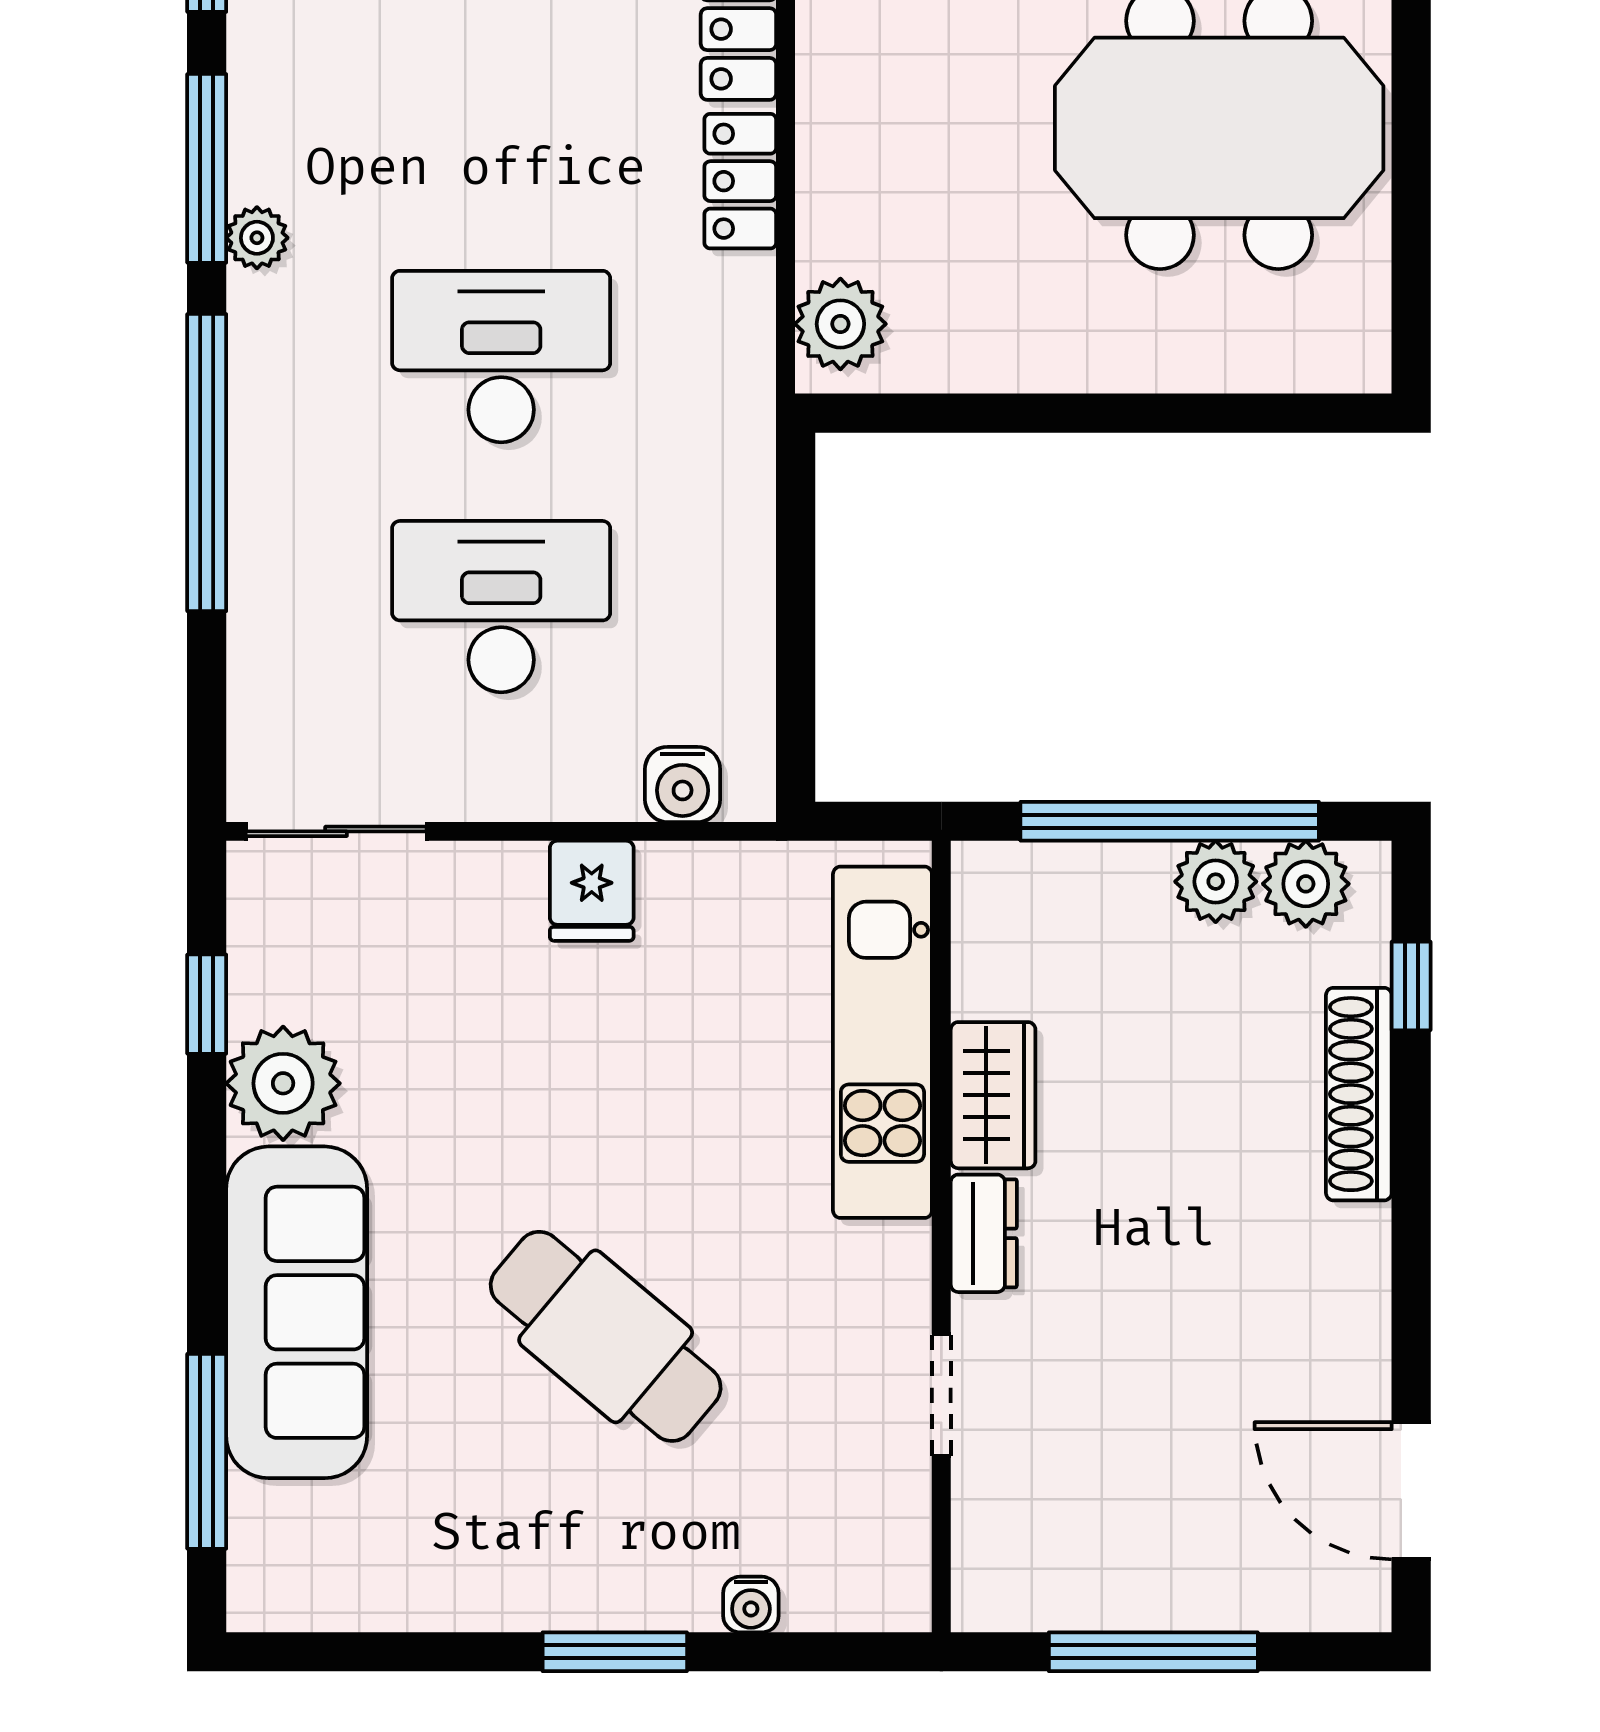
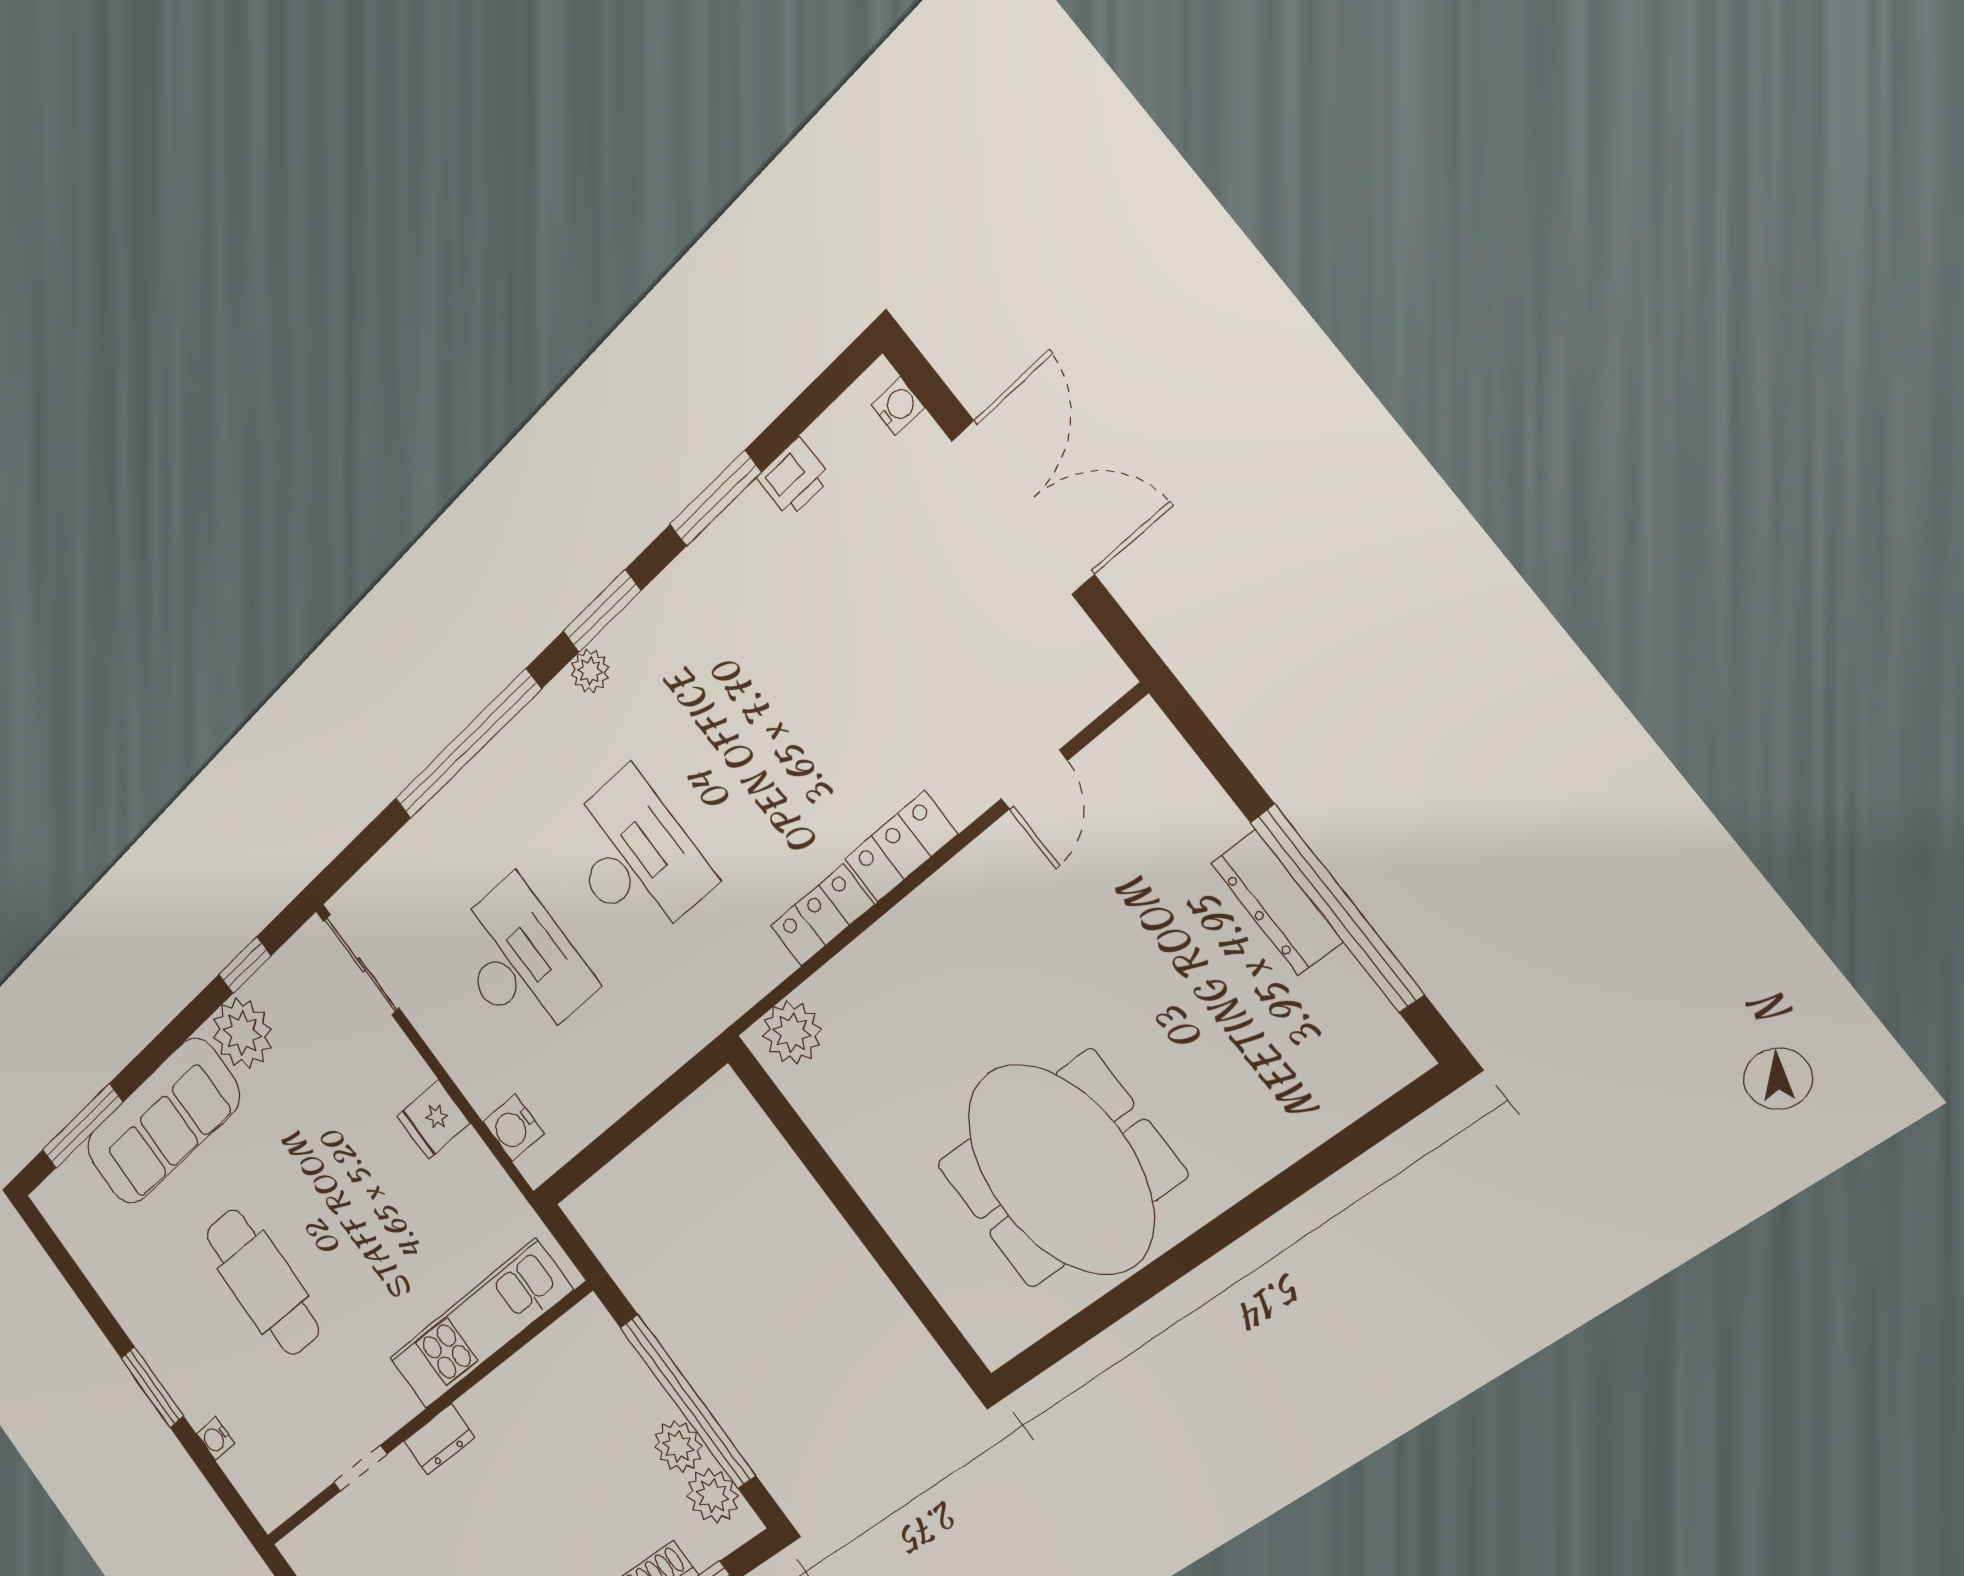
window: (207, 168) -> (602, 611), width x0.69
wardrobe: (993, 1095) -> (499, 1399), removed
cafe table: (606, 1336) -> (263, 1282), turned -39

